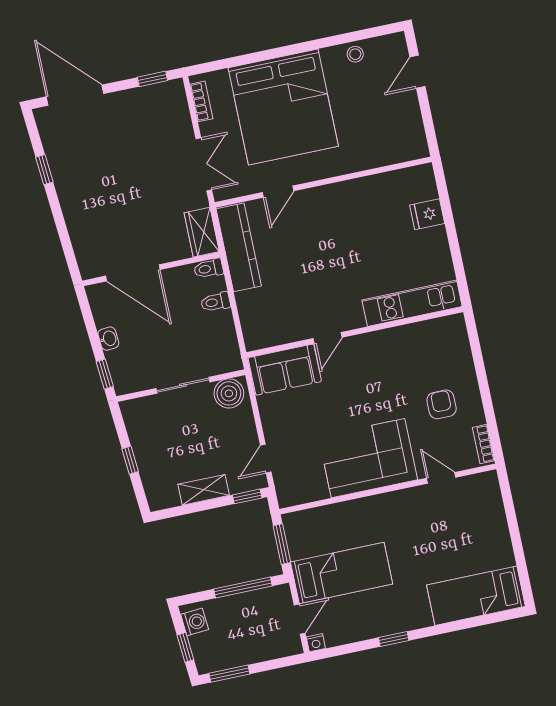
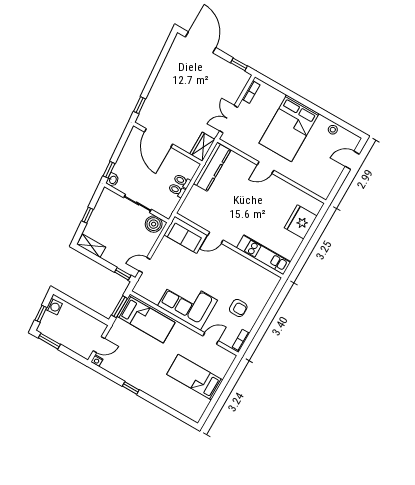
bed: (283, 107) -> (289, 128), width x0.73
double door: (204, 164) -> (229, 119), swing flipped
window: (44, 170) -> (140, 105), moved
door: (278, 192) -> (265, 168), moved
fridge: (427, 214) -> (301, 222), width x1.88, depth x1.34
toilet: (209, 269) -> (177, 190), moved
washbasin: (108, 339) -> (113, 180), moved
armchair: (442, 404) -> (238, 308), turned 90
door: (441, 478) -> (211, 338), hinge flipped
shelving: (204, 490) -> (91, 246), moved
bed: (342, 573) -> (146, 319), moved
window: (243, 587) -> (87, 310), removed
bed: (476, 596) -> (195, 377), moved

